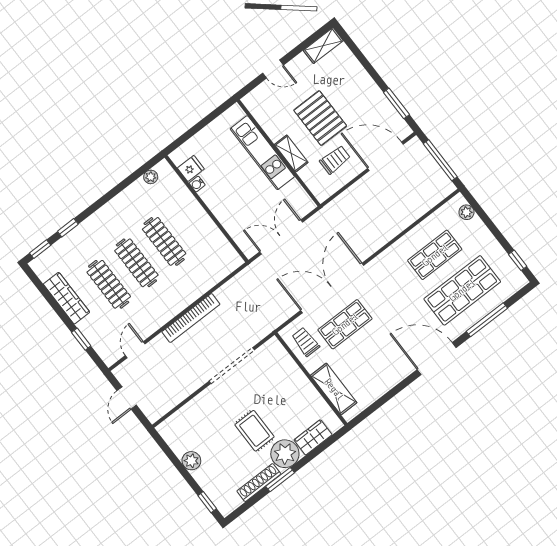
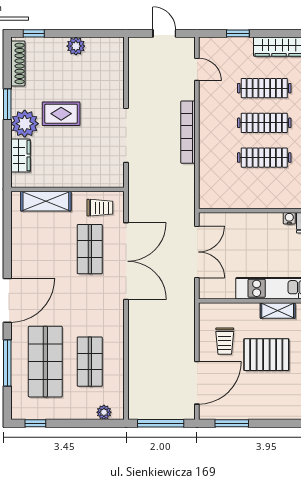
shelving: (291, 153) -> (278, 311), moved
shoe rack: (259, 483) -> (18, 63), moved

